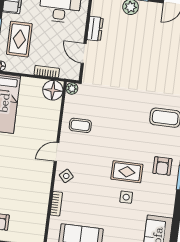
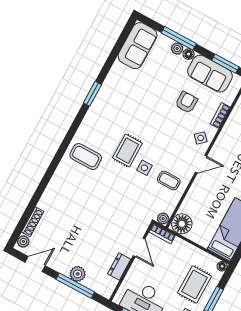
bookcase: (47, 72) -> (162, 234), moved
armchair: (162, 166) -> (186, 102), moved
rug: (127, 172) -> (127, 151), moved, turned 90
side table: (126, 197) -> (144, 168), moved

